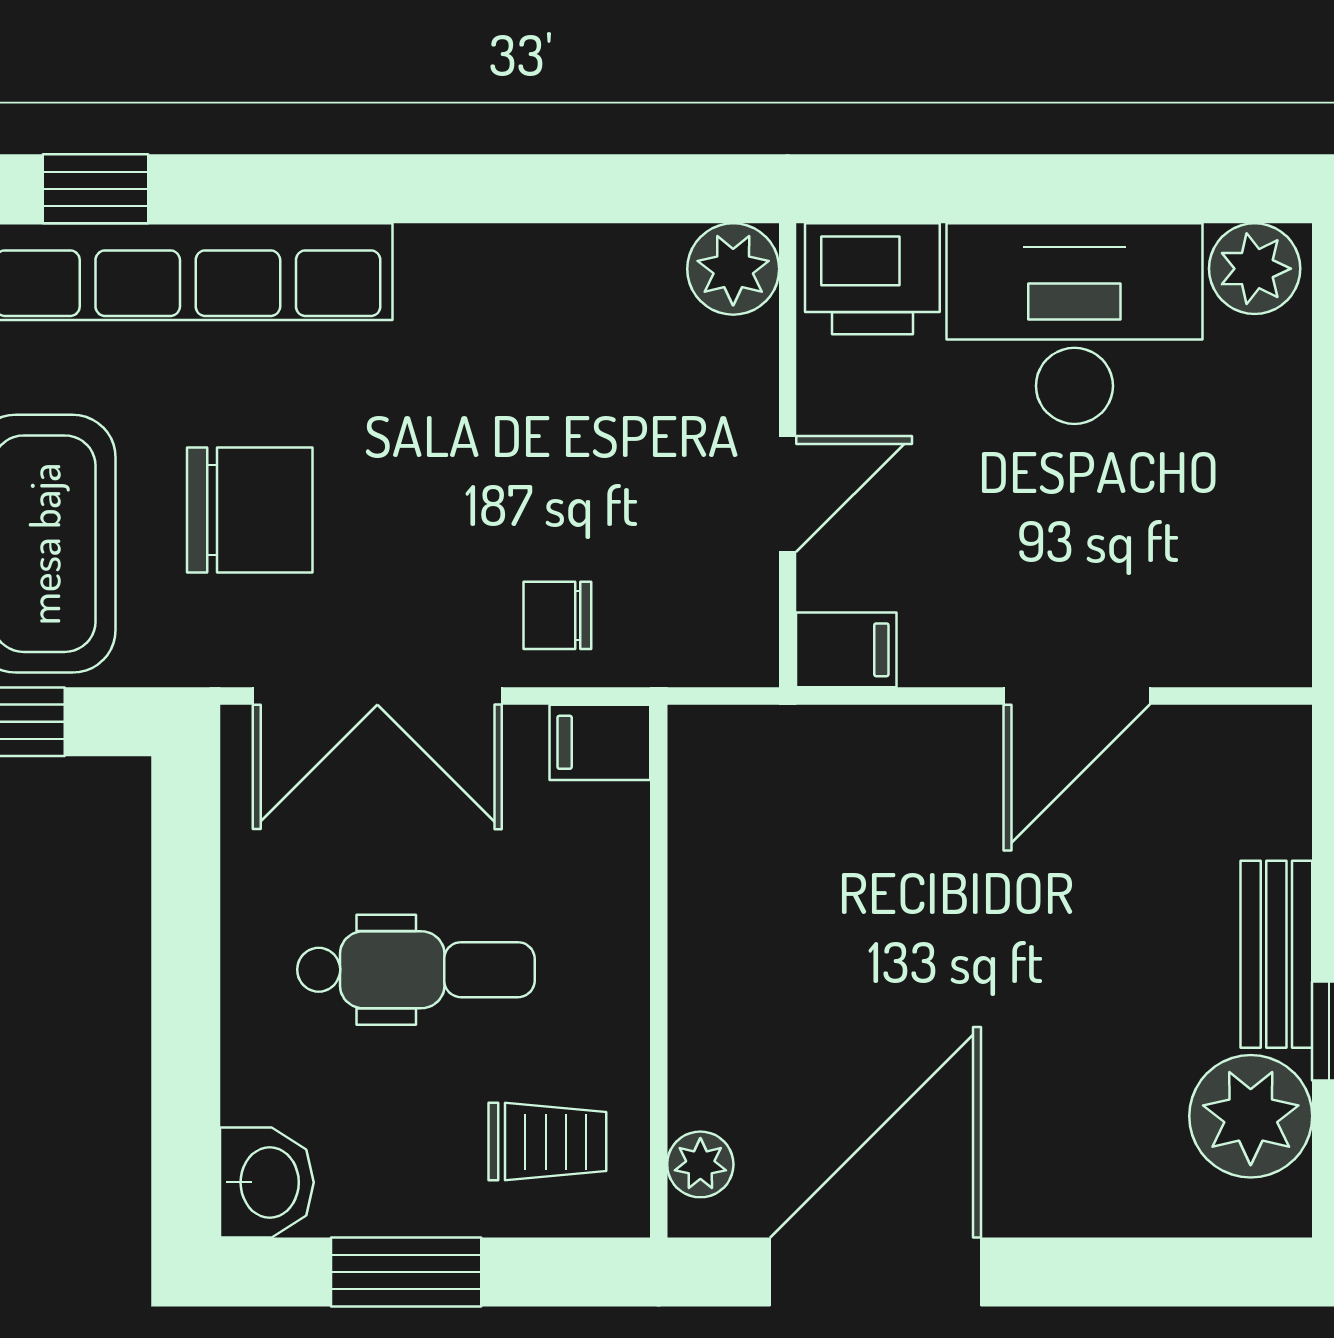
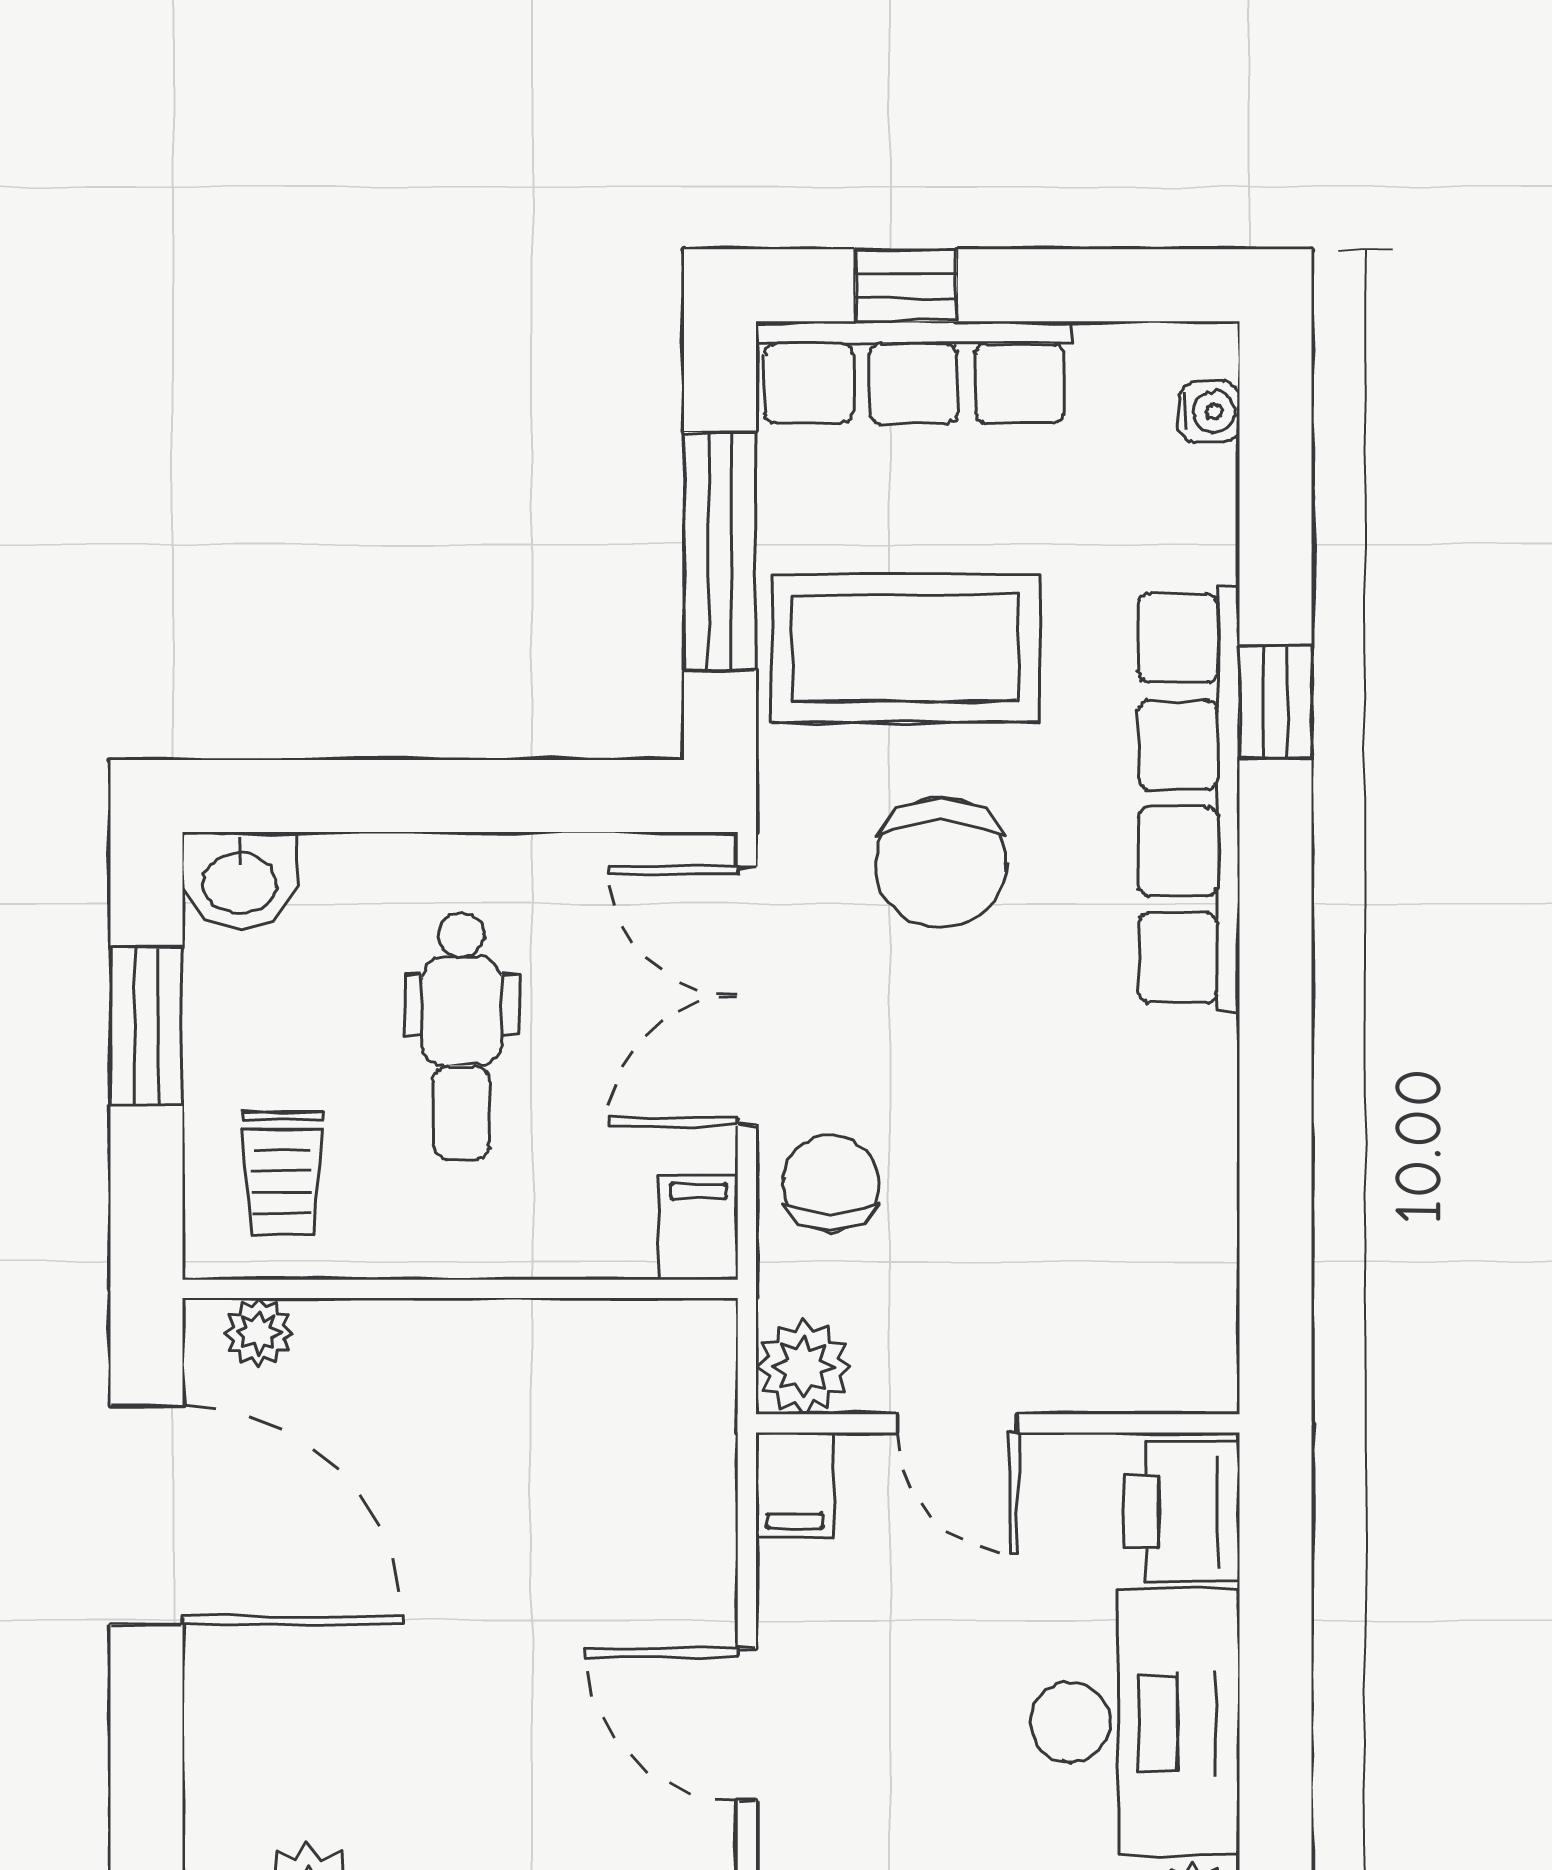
plant: (733, 269) -> (804, 1367), moved
chair: (557, 615) -> (831, 1183), width x1.37, depth x1.37

